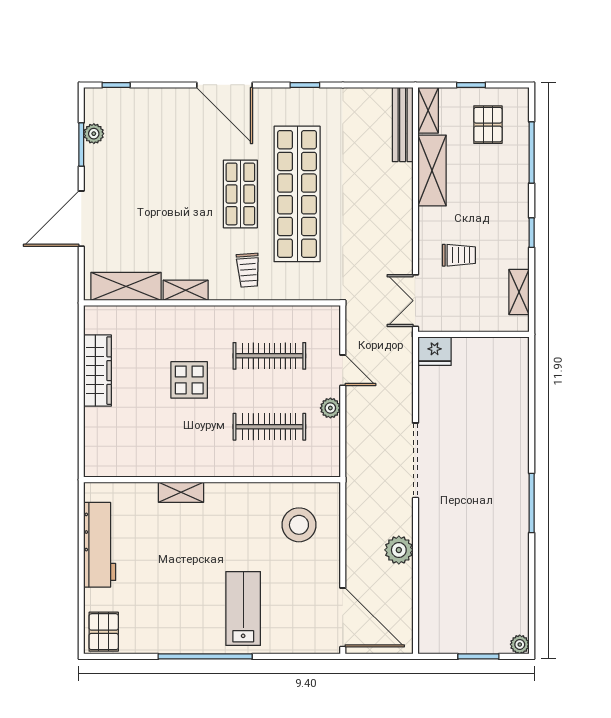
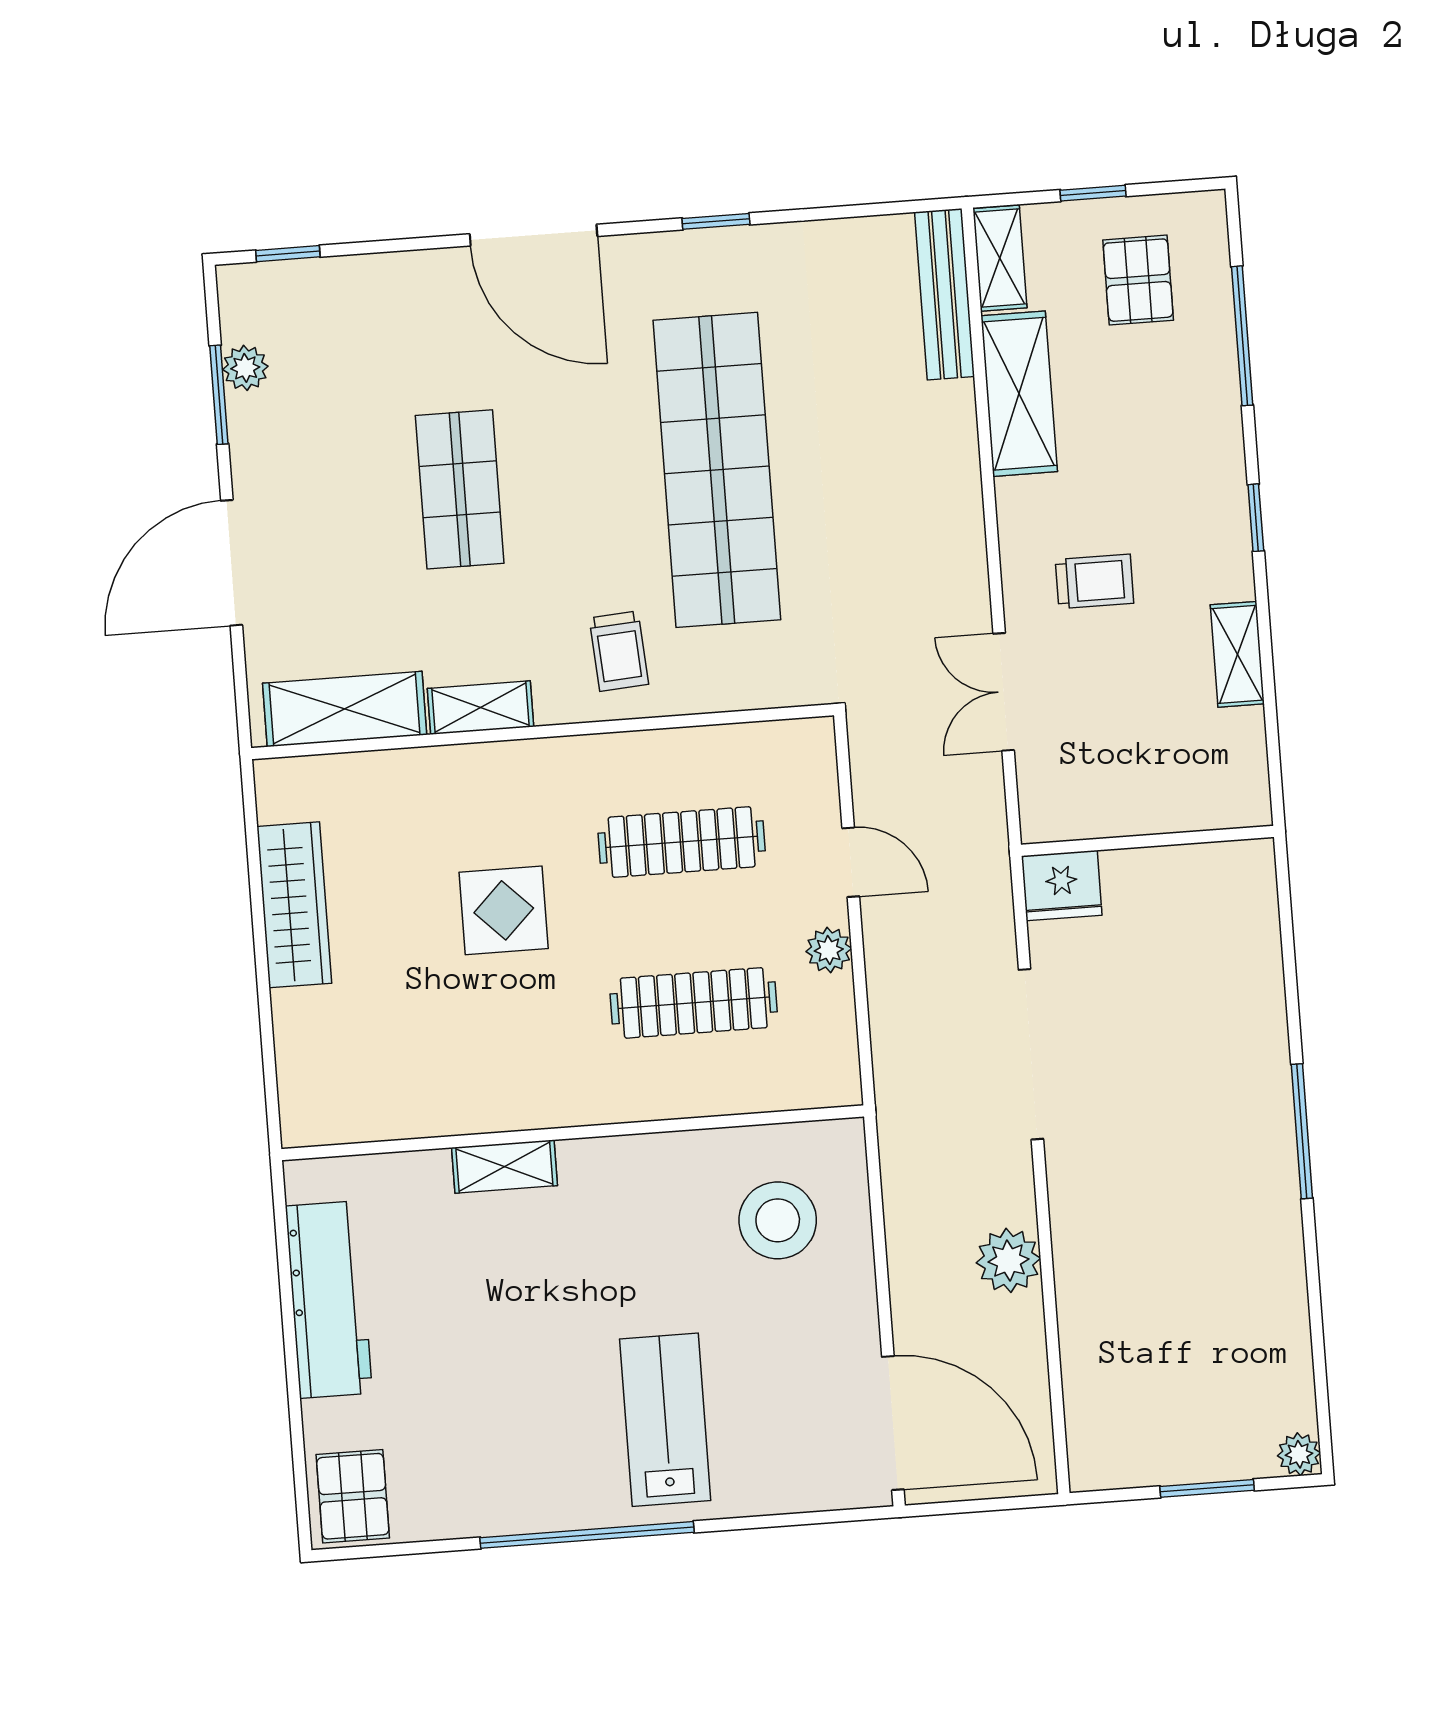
shop shelf: (240, 194) -> (460, 489), moved
wall: (474, 334) -> (1147, 841), moved
fridge: (435, 351) -> (1062, 886), moved

